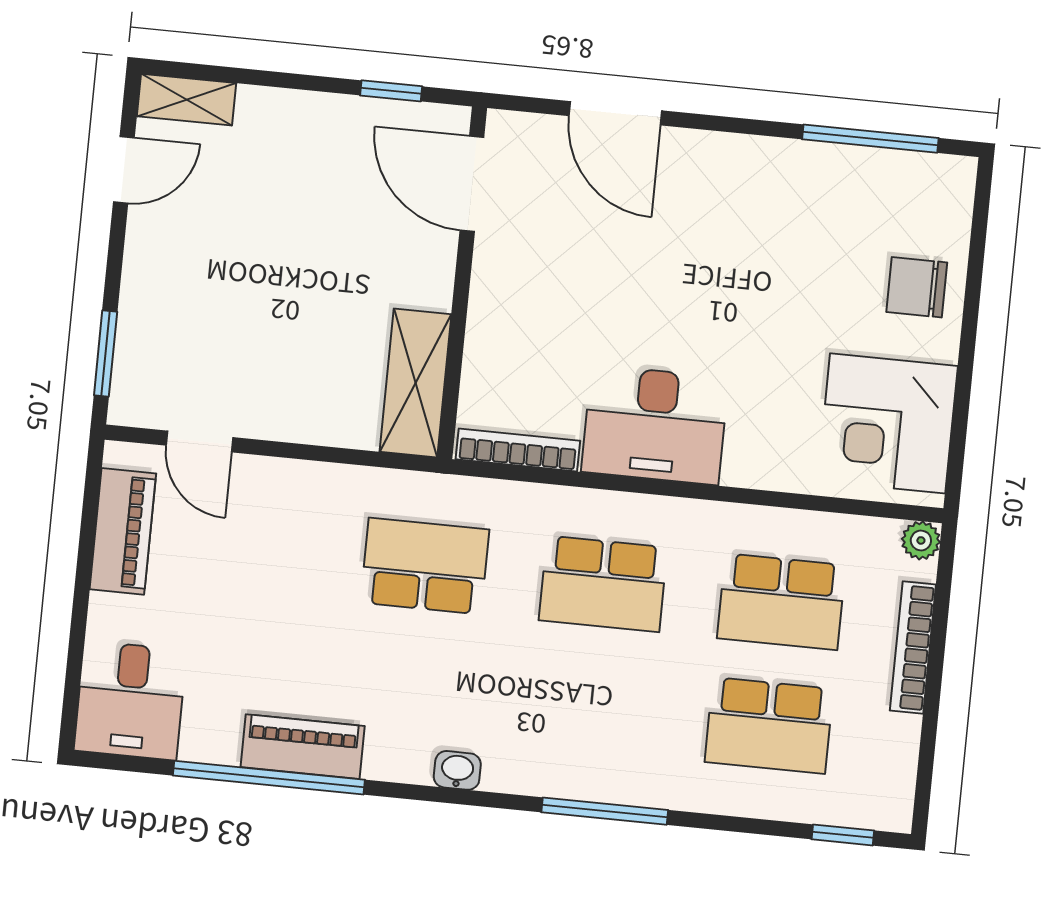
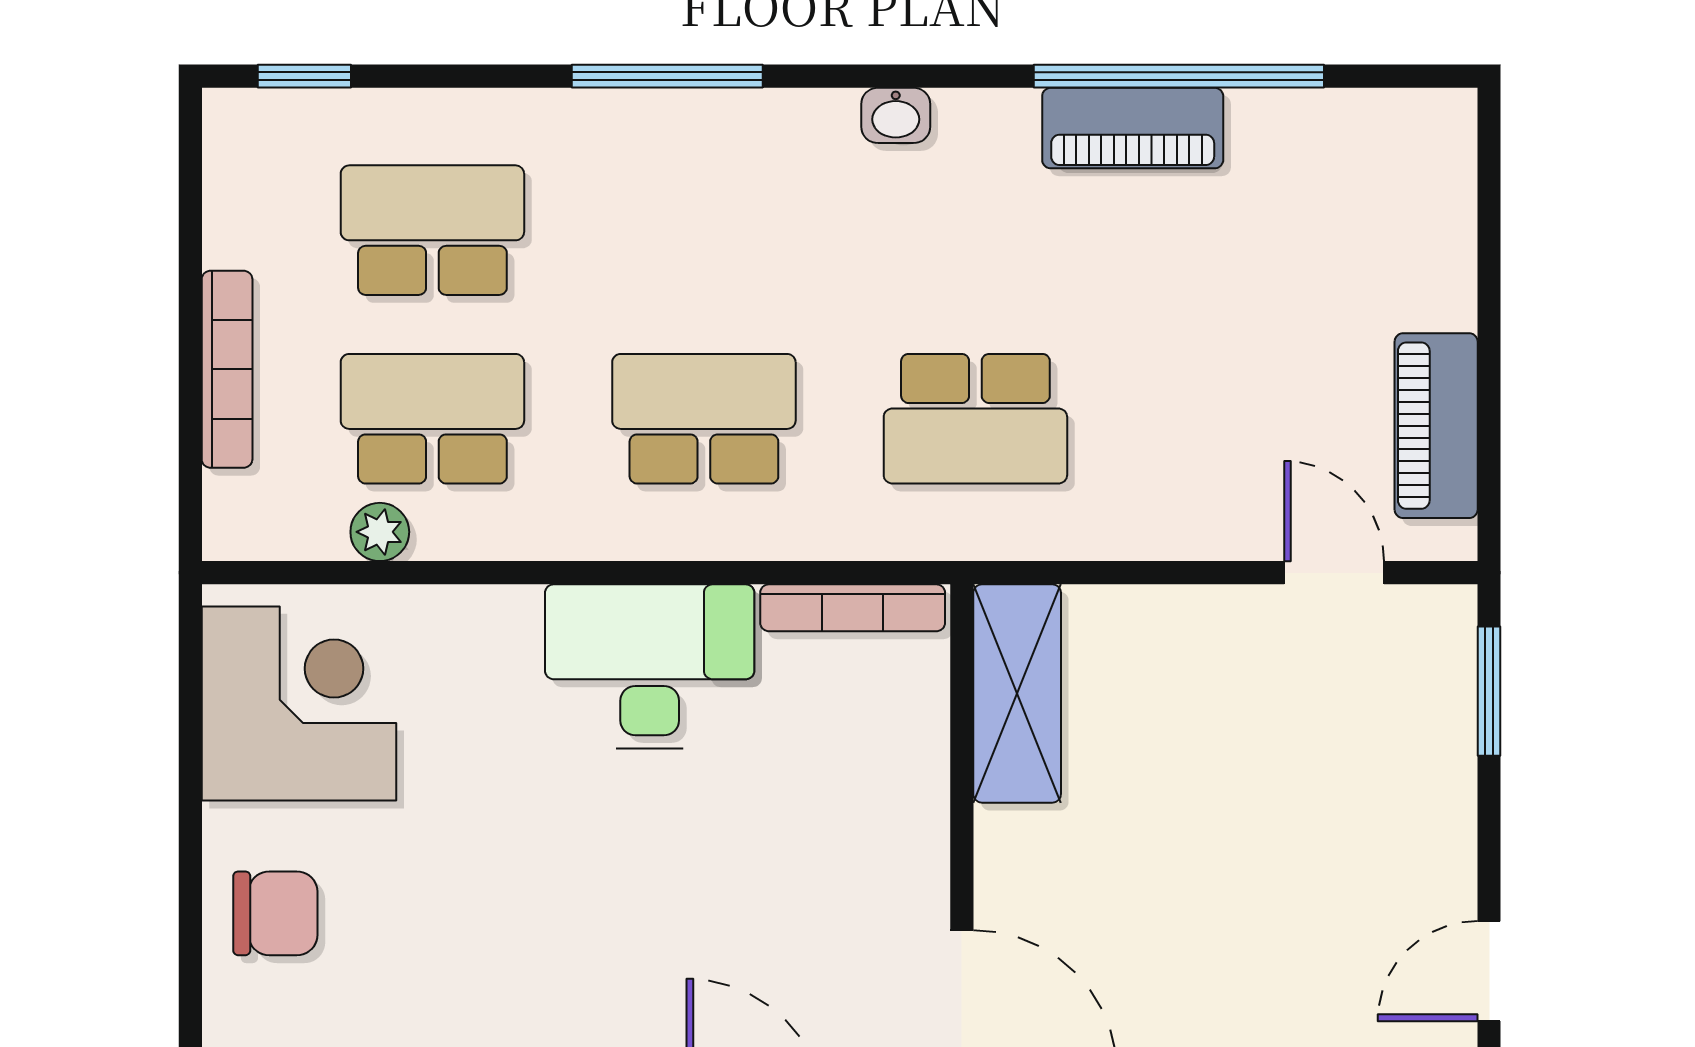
plant: (921, 540) -> (380, 532), moved
desk: (130, 700) -> (1399, 172), removed

